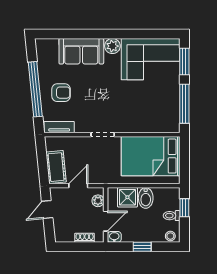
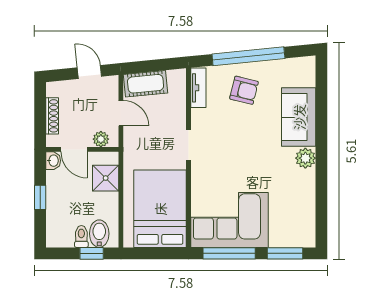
corner sofa: (150, 59) -> (229, 220), moved, turned 90
armchair: (61, 93) -> (244, 90), turned -76
bidet: (146, 198) -> (99, 234), moved, turned 90
stool: (170, 236) -> (54, 235), removed
shoe rack: (85, 238) -> (52, 116), width x1.43

